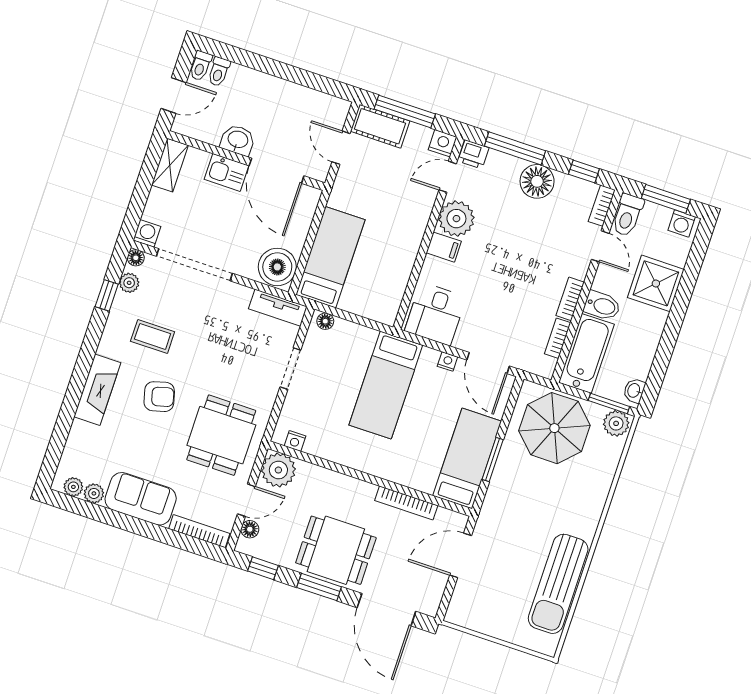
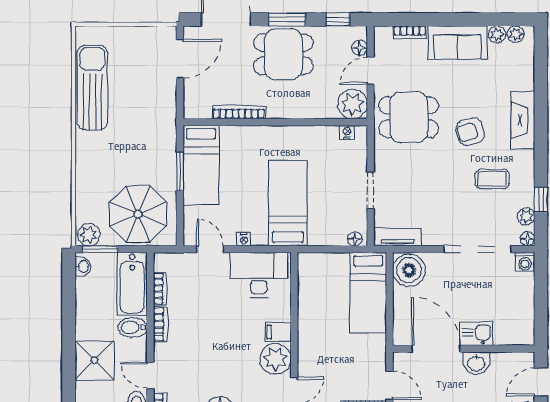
shelving: (170, 165) -> (525, 324), removed
desk: (435, 314) -> (259, 275), width x1.37
door: (488, 363) -> (210, 249), width x0.73
dining table: (221, 435) -> (409, 117), turned 90
bookcase: (199, 531) -> (410, 32), width x0.64
door: (461, 555) -> (180, 59), moved

